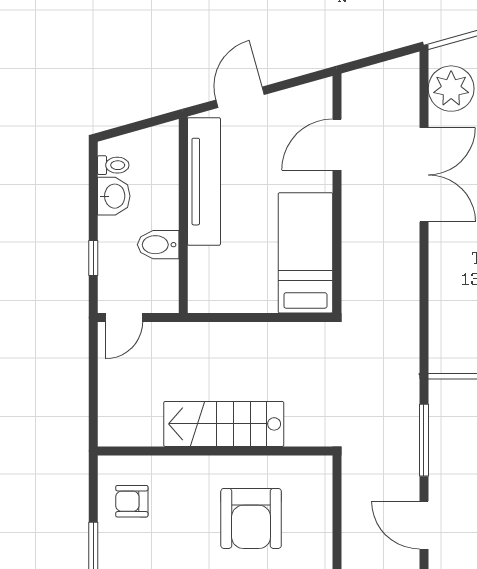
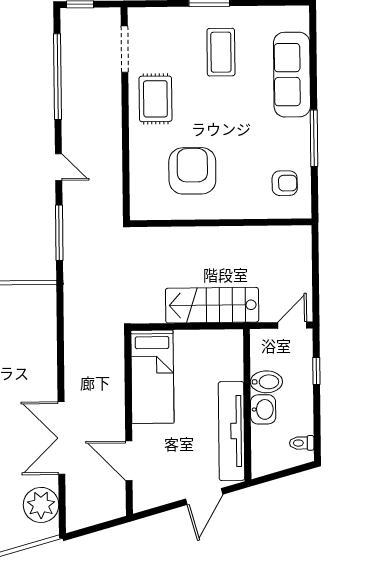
door: (337, 145) -> (129, 461), swing flipped
washbasin: (114, 196) -> (263, 409), moved, turned 180
stairs: (224, 424) -> (212, 305), moved, turned 180
door: (424, 525) -> (59, 167), width x0.73

